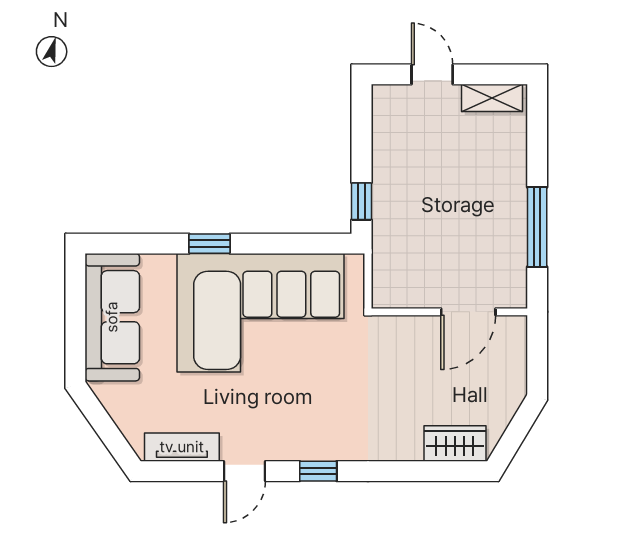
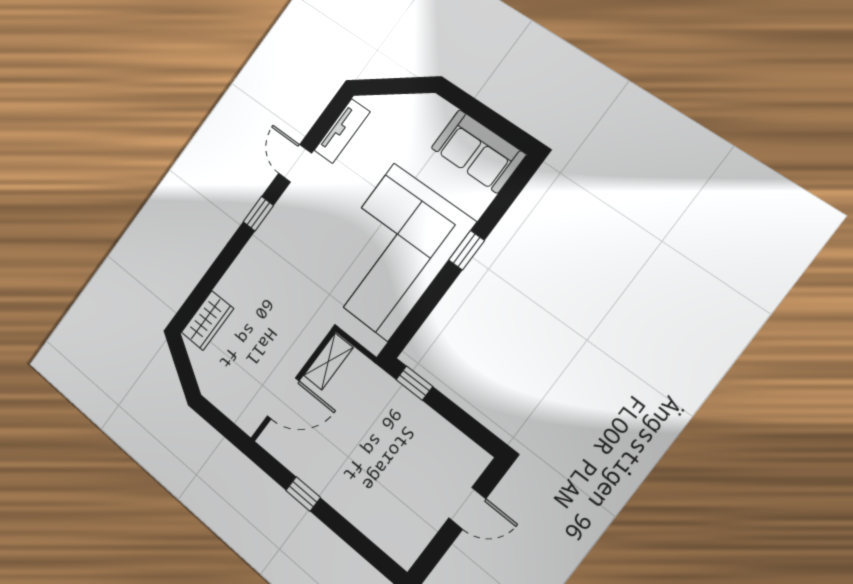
shelving: (492, 98) -> (328, 361), moved
window: (537, 227) -> (303, 494), width x0.46
door: (468, 312) -> (283, 398), swing flipped
sofa: (112, 317) -> (478, 151), width x0.73

